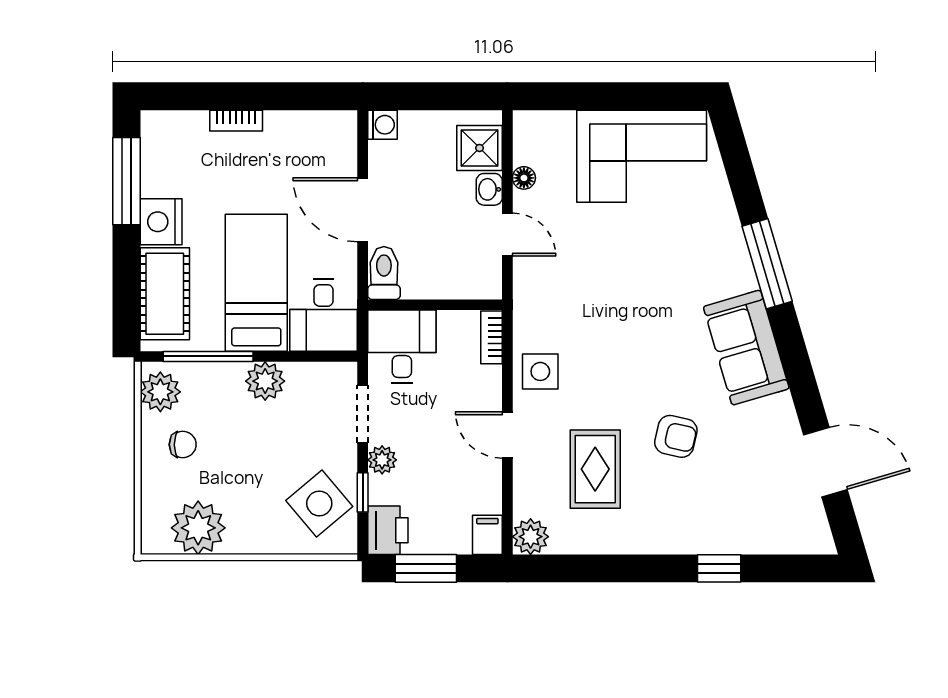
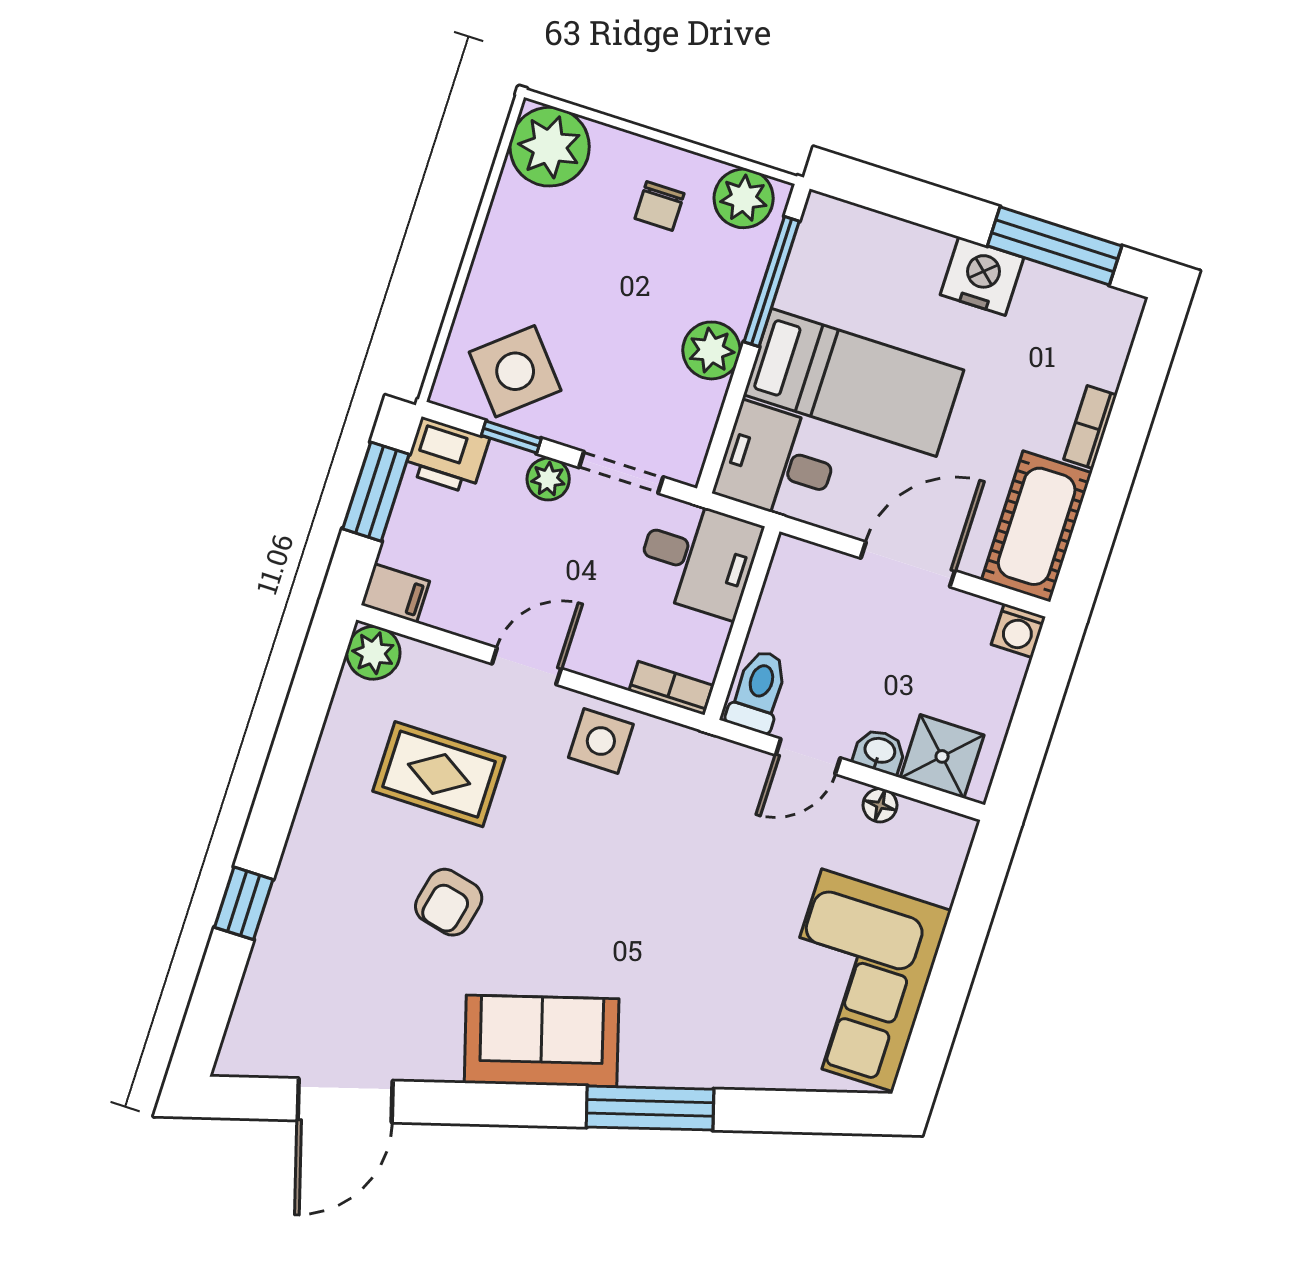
toilet: (384, 273) -> (758, 691), moved, turned -90
cot: (165, 294) -> (1037, 526), moved, turned 90
plant: (198, 528) -> (550, 147), moved

